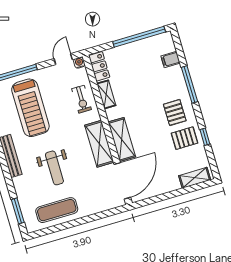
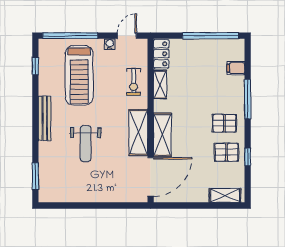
water cooler: (79, 63) -> (110, 44), moved
pallet: (175, 112) -> (224, 123), turned 90
exercise mat: (57, 210) -> (75, 187), removed

